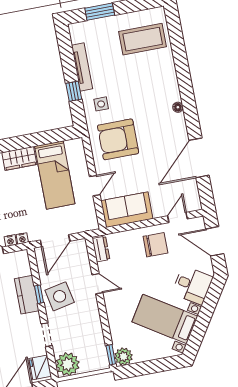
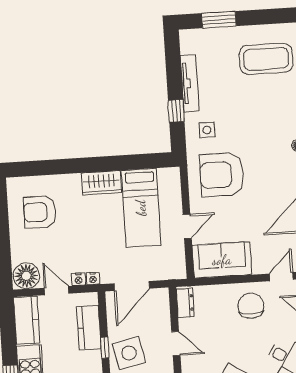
chair: (155, 245) -> (251, 306), turned -90
kitchen counter: (27, 295) -> (89, 328), moved

